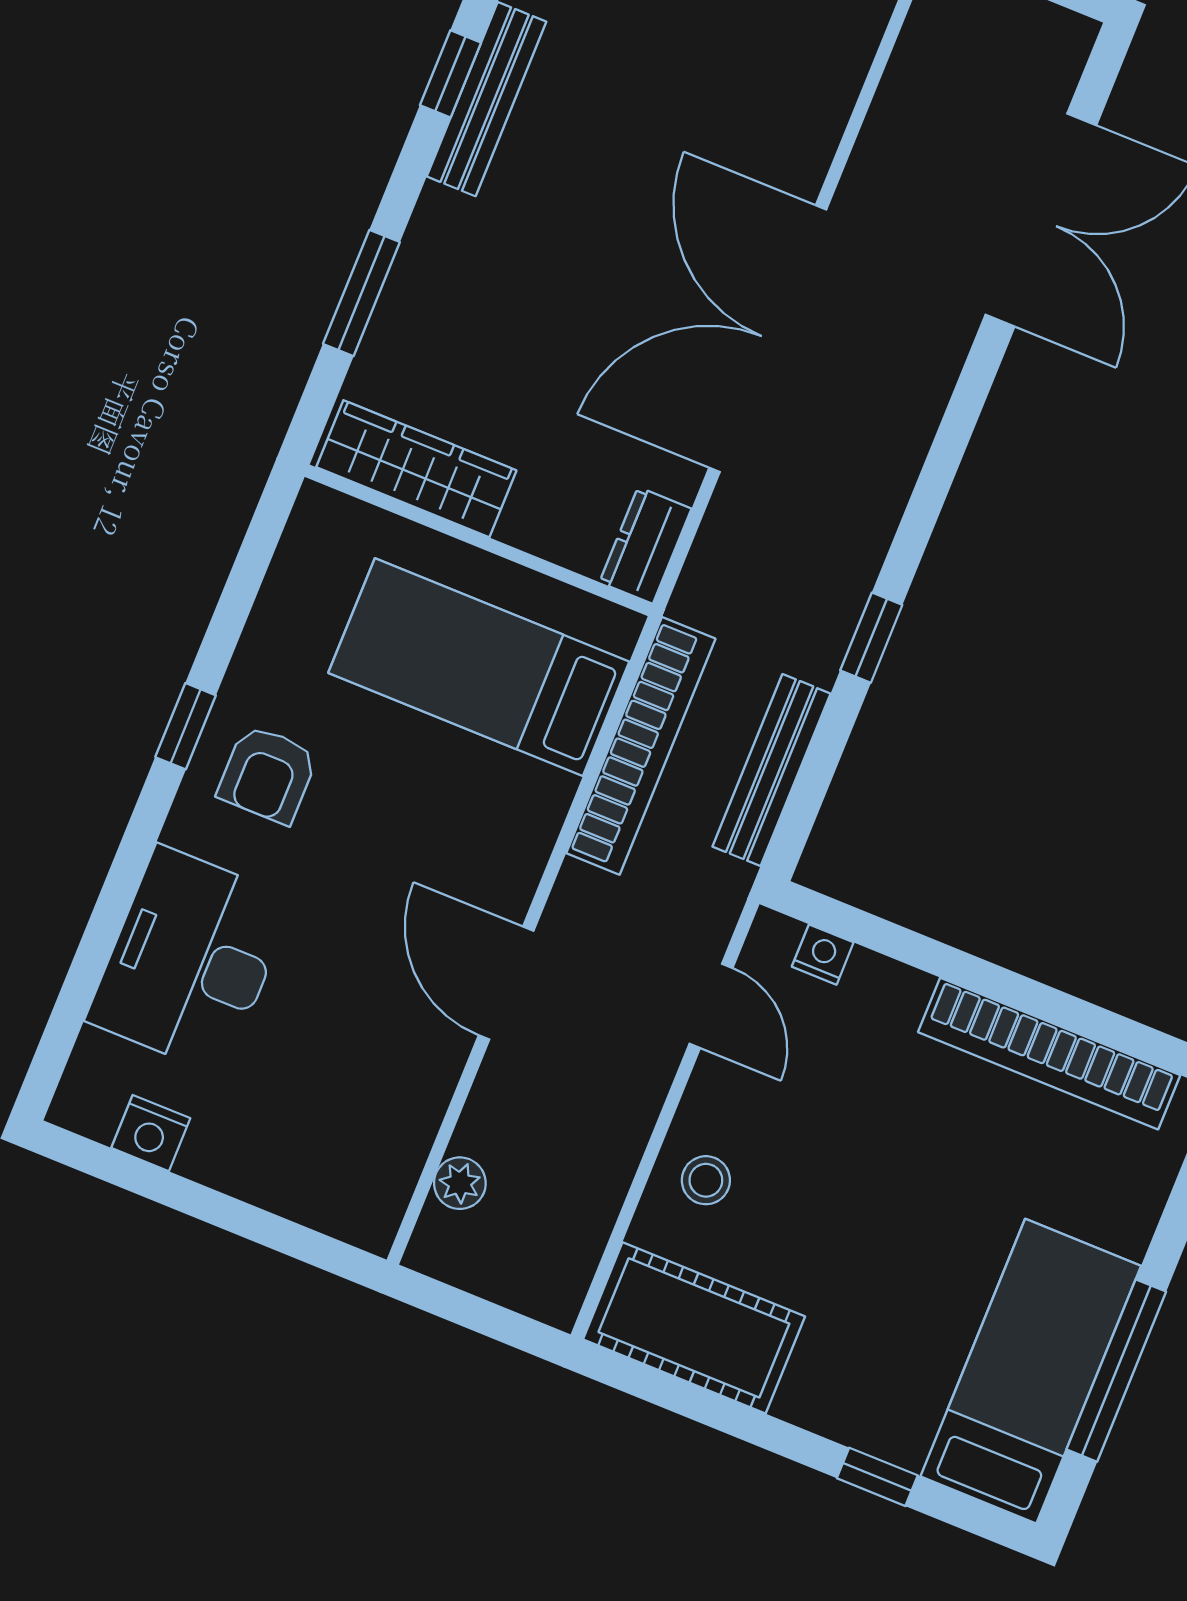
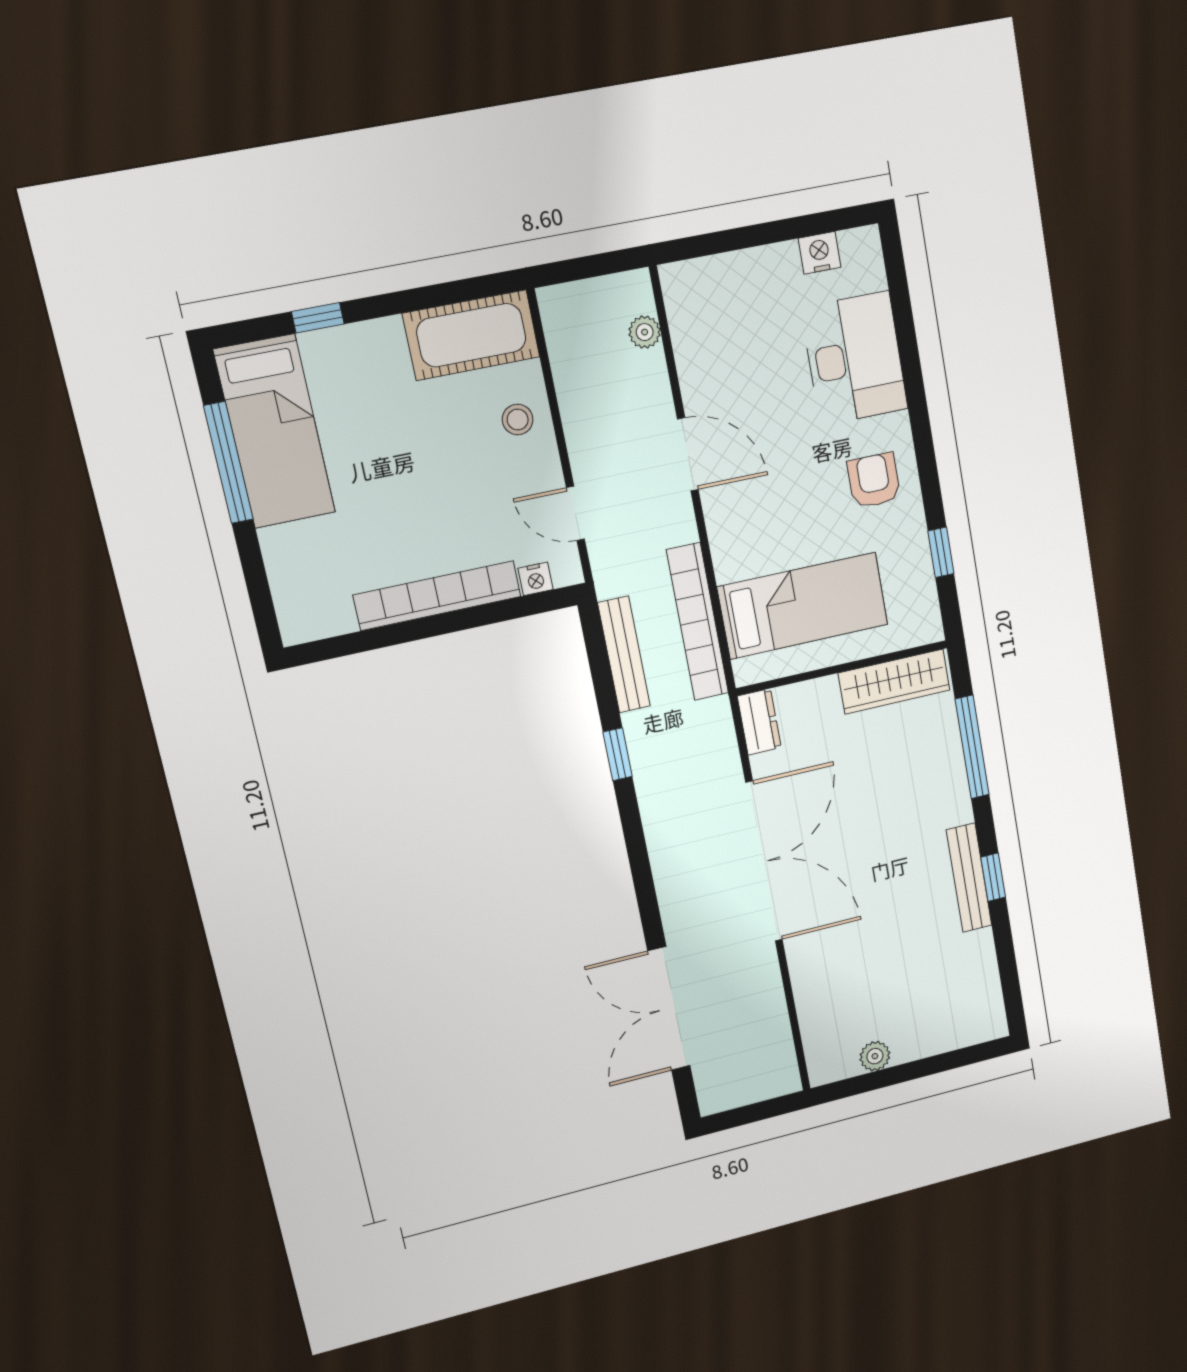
window: (361, 293) -> (972, 747), width x1.44
window: (186, 726) -> (941, 552), moved
bookcase: (1049, 1054) -> (437, 596), moved

